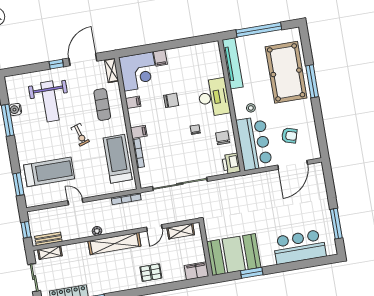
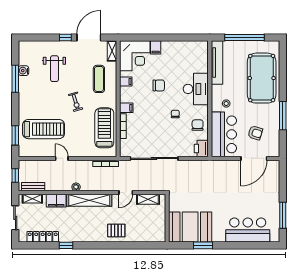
window: (312, 81) -> (283, 116), moved
weight bench: (50, 101) -> (54, 69), width x0.73, depth x0.75
filing cabinet: (196, 271) -> (56, 201), moved, turned 180

